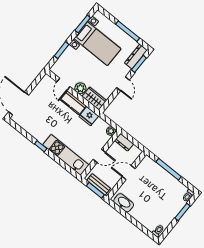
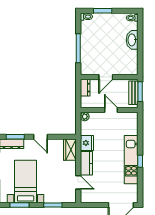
door: (63, 84) -> (78, 182), hinge flipped
door: (123, 84) -> (40, 137), swing flipped
plant: (80, 88) -> (71, 167), removed
dresser: (124, 142) -> (85, 88), moved
kitchen unit: (66, 155) -> (131, 160), moved
door: (129, 173) -> (106, 77), hinge flipped
washbasin: (124, 203) -> (132, 40), moved

